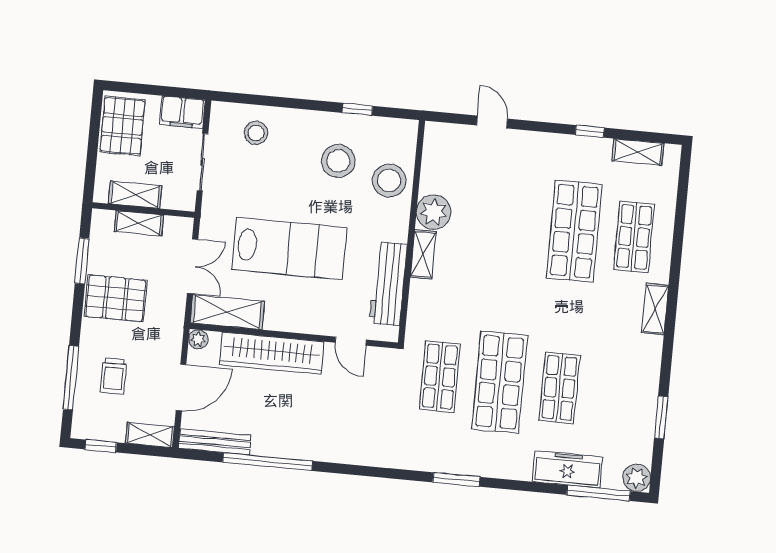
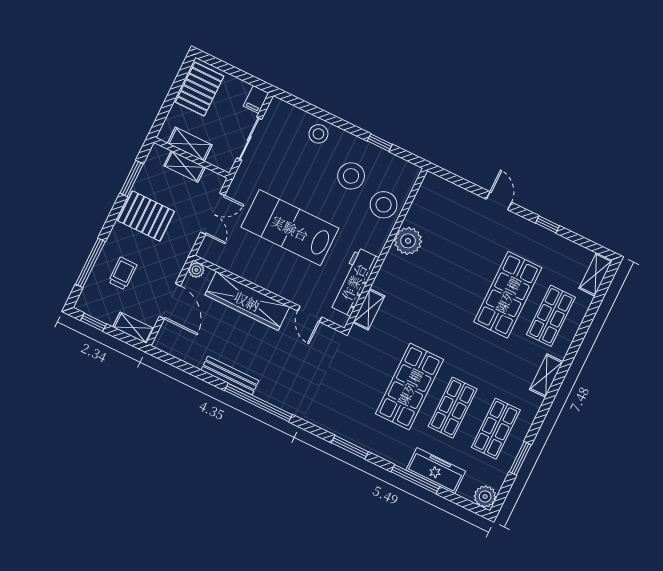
filing cabinet: (182, 112) -> (256, 100), width x0.50
door: (492, 122) -> (499, 201), moved
stool: (256, 133) -> (318, 134), moved
shelving: (638, 152) -> (596, 274), moved, turned 90
lab bench: (289, 249) -> (290, 228), turned 180
shelving: (423, 254) -> (369, 309), moved
shelving: (227, 312) -> (226, 258), removed
trolley: (113, 376) -> (123, 273), turned 180
shop shelf: (440, 377) -> (496, 429), moved
door: (181, 388) -> (170, 301), hinge flipped
bench: (215, 442) -> (230, 375), moved
window: (268, 462) -> (258, 403), moved
window: (598, 493) -> (415, 479), moved

